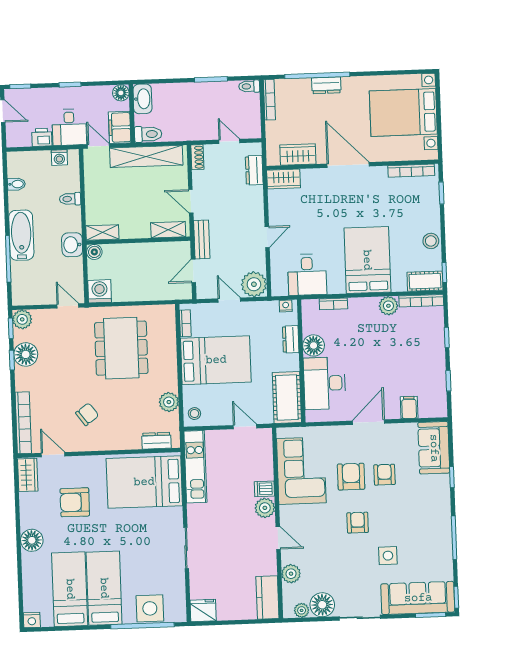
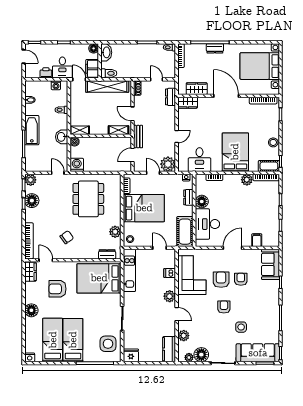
dishwasher: (264, 489) -> (170, 273), moved
side table: (150, 608) -> (108, 344), moved

